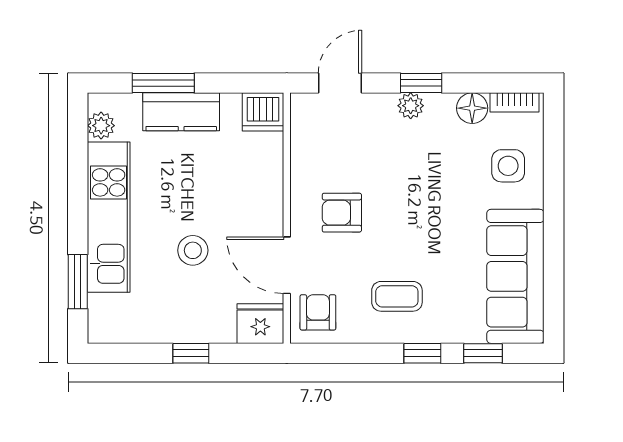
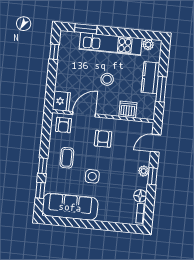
window: (163, 83) -> (161, 89), moved
door: (340, 83) -> (156, 143), swing flipped
dishwasher: (263, 112) -> (128, 109), moved, turned 90
side table: (508, 166) -> (92, 176), moved
stool: (193, 250) -> (107, 79), moved
armchair: (318, 312) -> (64, 125), turned 90
window: (191, 353) -> (54, 52), moved

